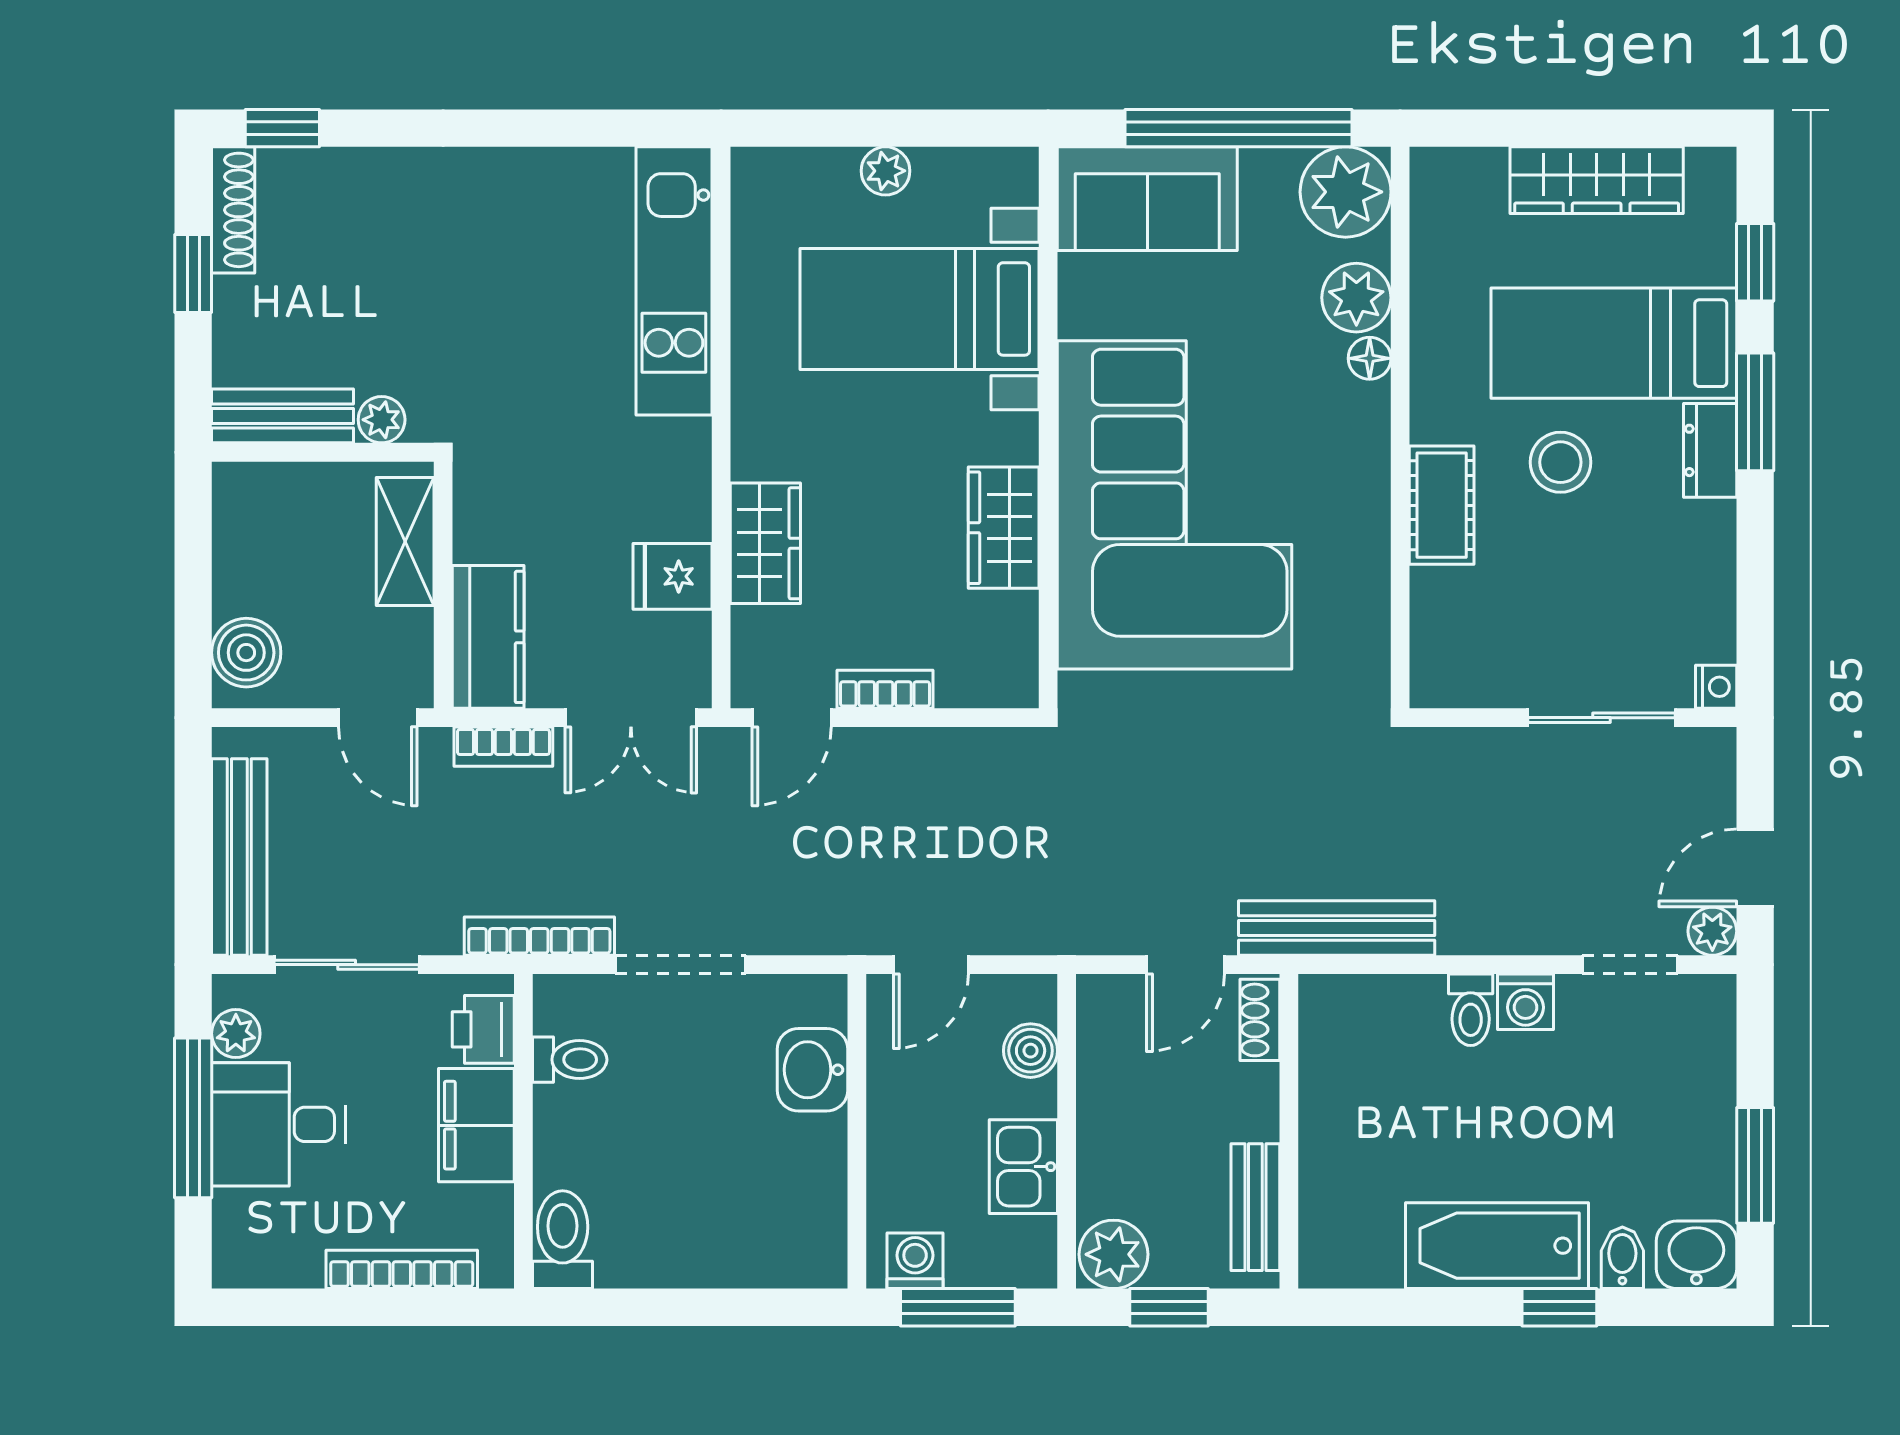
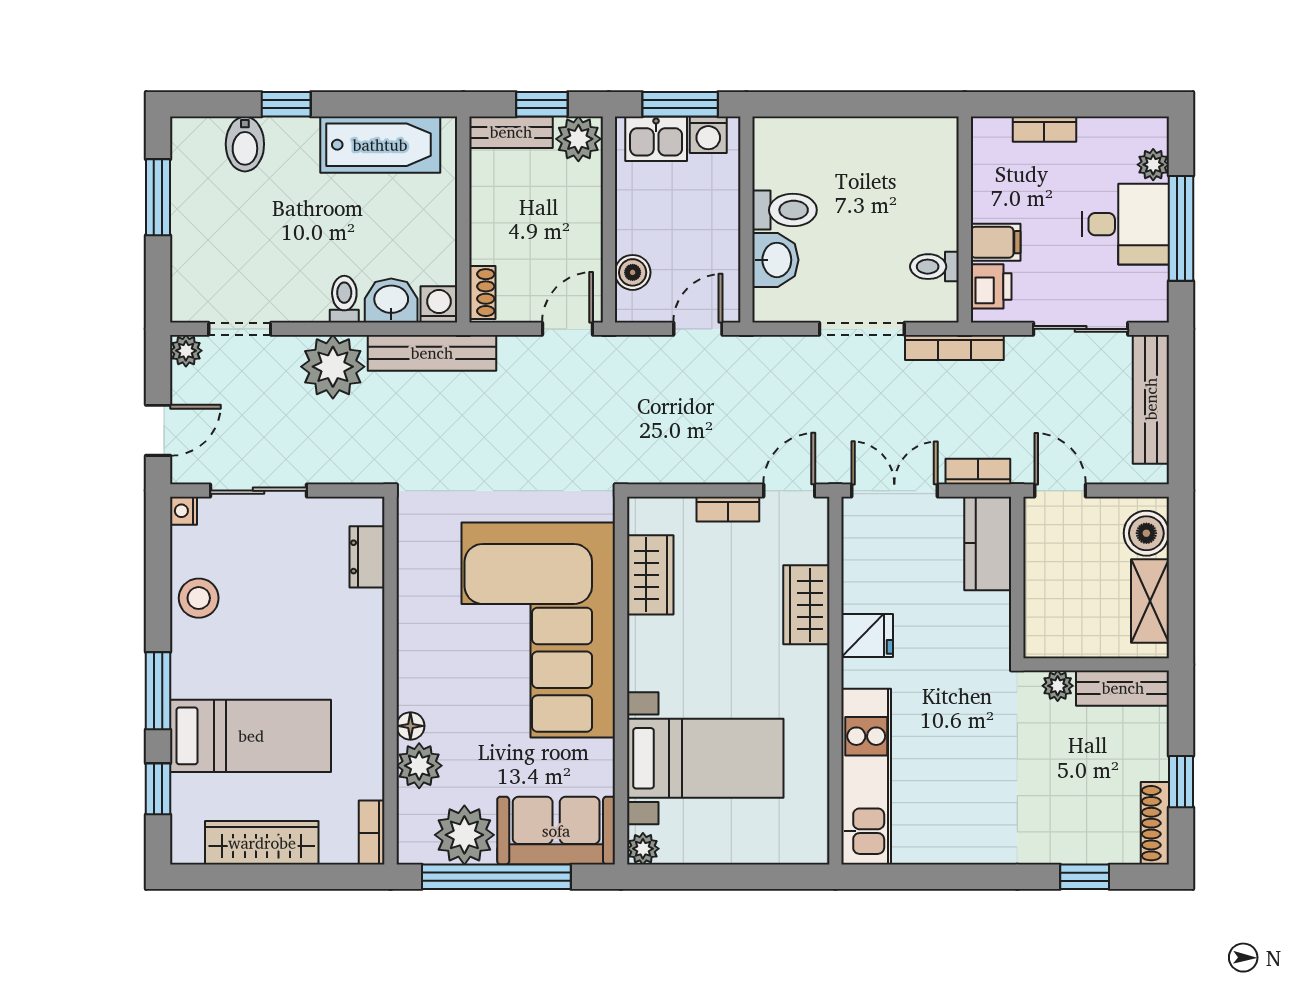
window: (282, 128) -> (1085, 877), moved
plant: (885, 171) -> (643, 849), moved
plant: (1346, 192) -> (464, 835), moved
bookcase: (1429, 196) -> (372, 833), added
dresser: (1710, 450) -> (367, 557), moved, turned 180
stool: (1560, 462) -> (199, 598), moved
cot: (1442, 505) -> (363, 630), removed
wardrobe: (1004, 528) -> (650, 575), moved
shelving: (405, 541) -> (1150, 601), moved
fridge: (672, 576) -> (867, 636), moved
door: (1755, 868) -> (158, 430), moved
plant: (1488, 907) -> (333, 367), added
door: (1186, 965) -> (568, 329), moved
washing machine: (1526, 1002) -> (439, 304), moved
plant: (236, 1034) -> (1153, 165), moved
filing cabinet: (476, 1125) -> (996, 242), width x0.50
kitchen sink: (1023, 1167) -> (656, 139), moved, turned 90
bench: (1255, 1207) -> (511, 132), moved, turned 90
toilet: (563, 1240) -> (785, 210), moved, turned -90
bathtub: (1497, 1246) -> (380, 145), moved
washbasin: (1696, 1255) -> (391, 300), moved, turned 180
bidet: (1622, 1258) -> (245, 144), width x1.38, depth x1.36
bookcase: (402, 1269) -> (1044, 129), width x0.64

